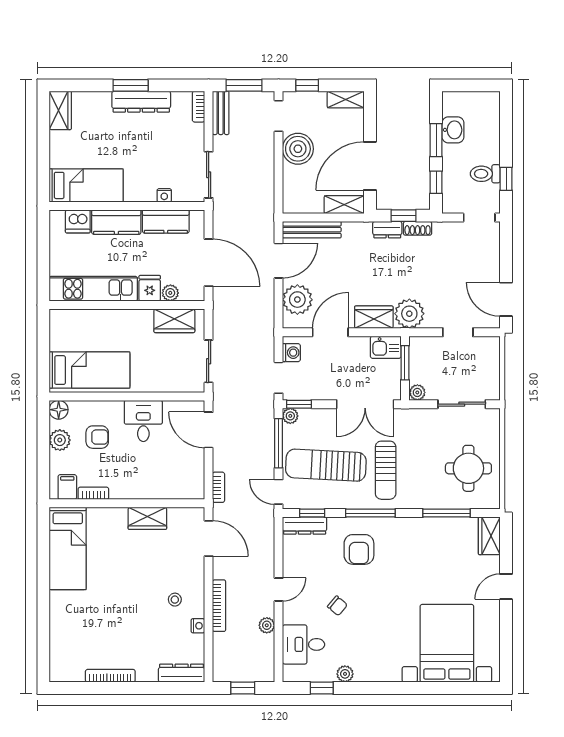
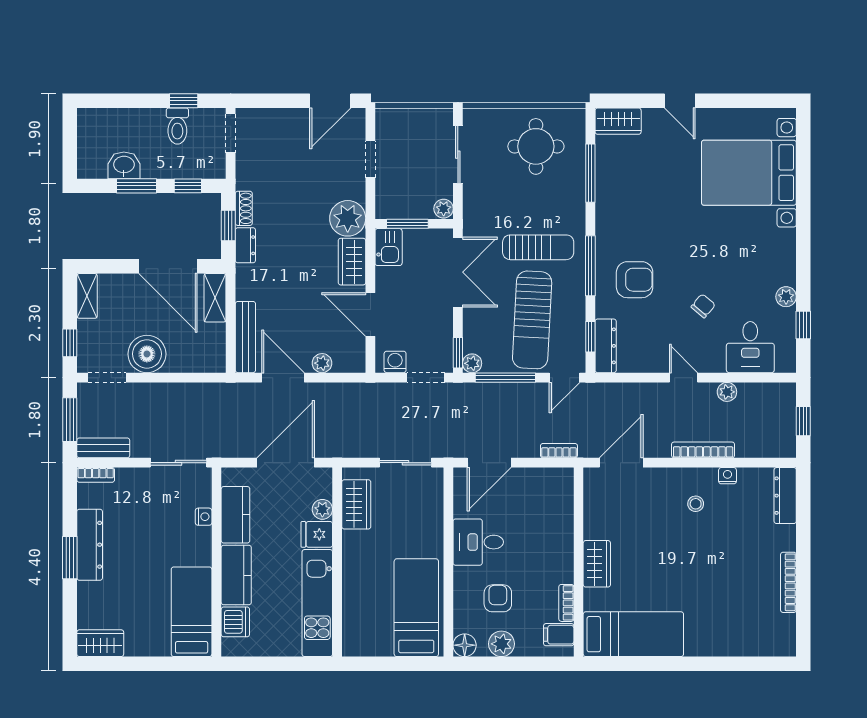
plant: (297, 300) -> (322, 363), width x0.53, depth x0.53
wardrobe: (147, 518) -> (597, 564), moved

